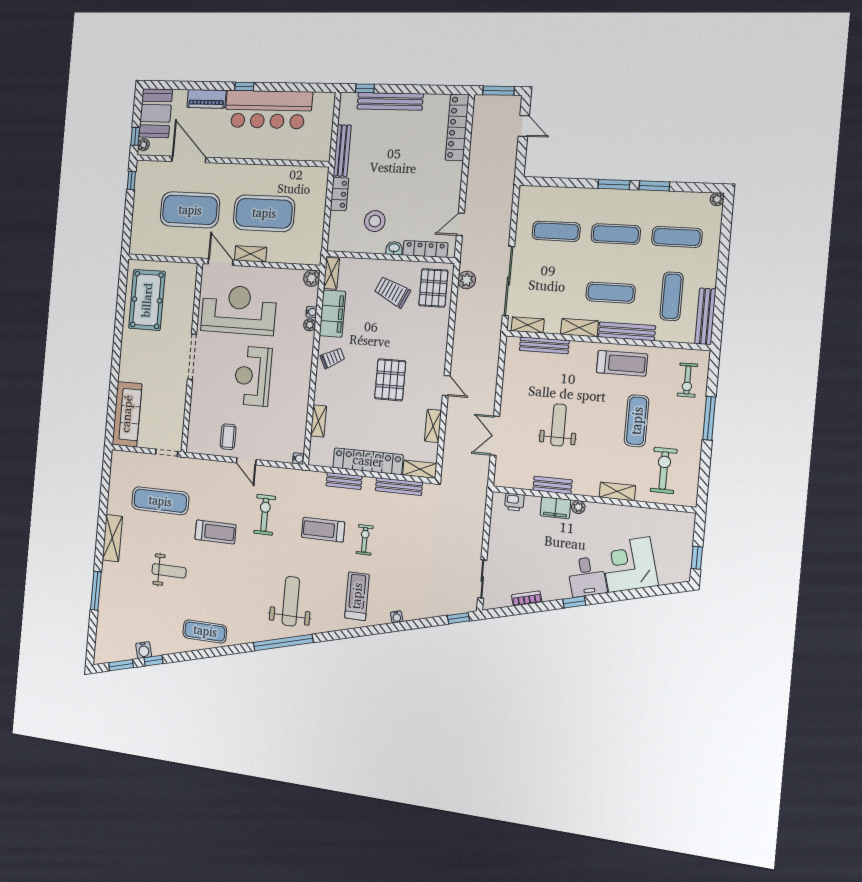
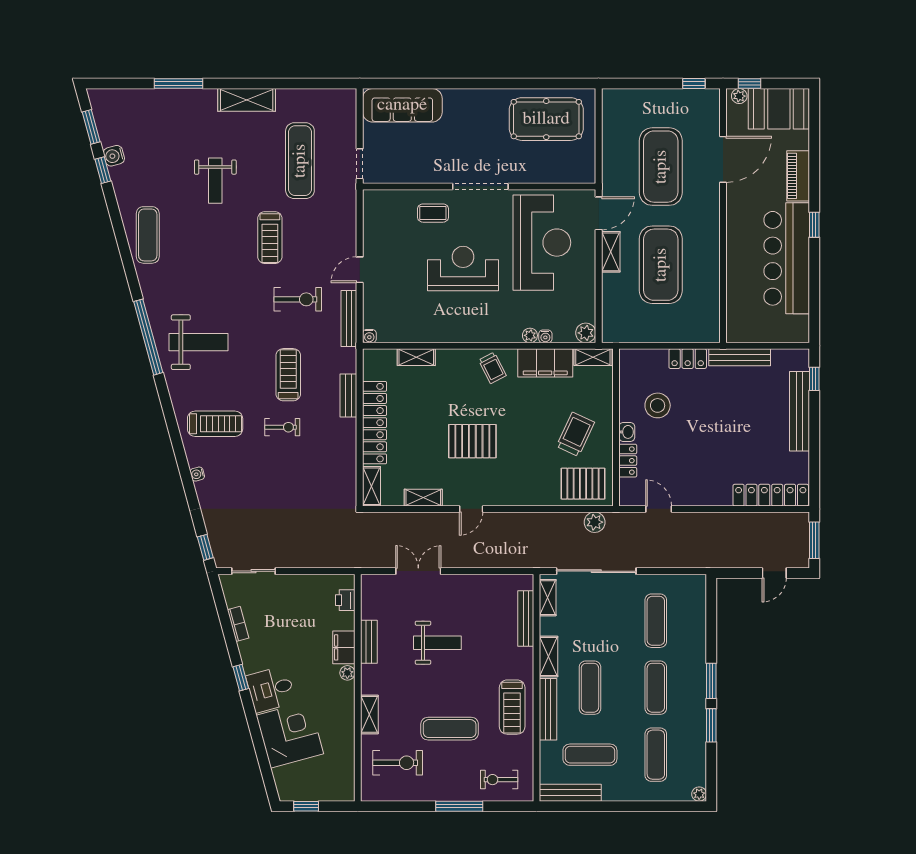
locker: (425, 249) -> (628, 461), width x0.66
coffee table: (228, 437) -> (433, 213), moved
bench: (399, 486) -> (349, 319), moved

